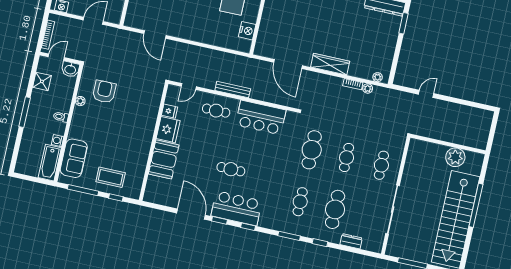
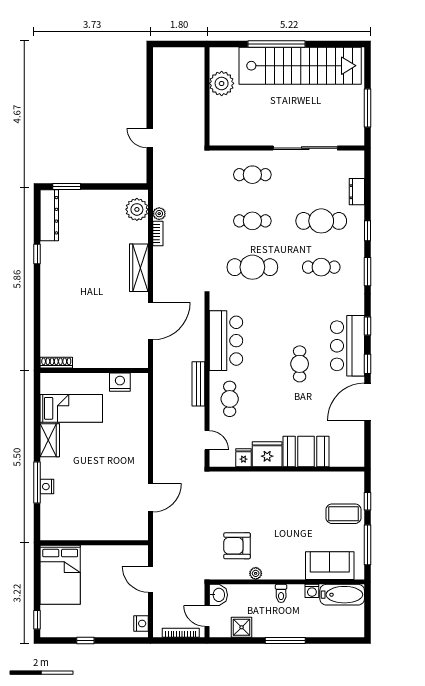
plant: (378, 77) -> (137, 209), width x1.87, depth x1.87
coffee table: (111, 177) -> (344, 514), turned 90

